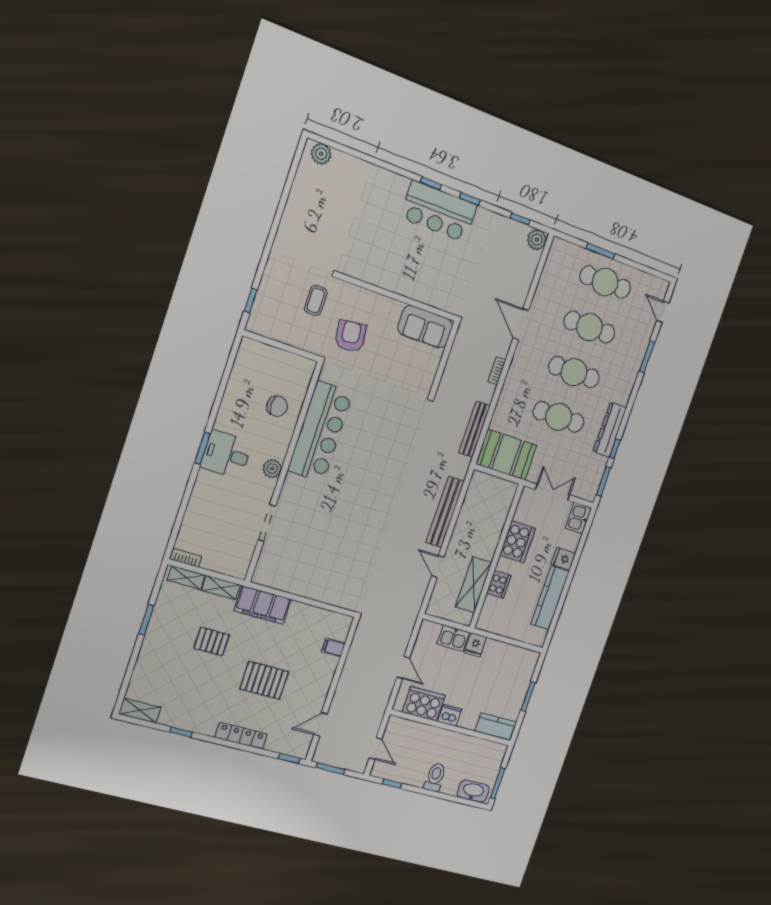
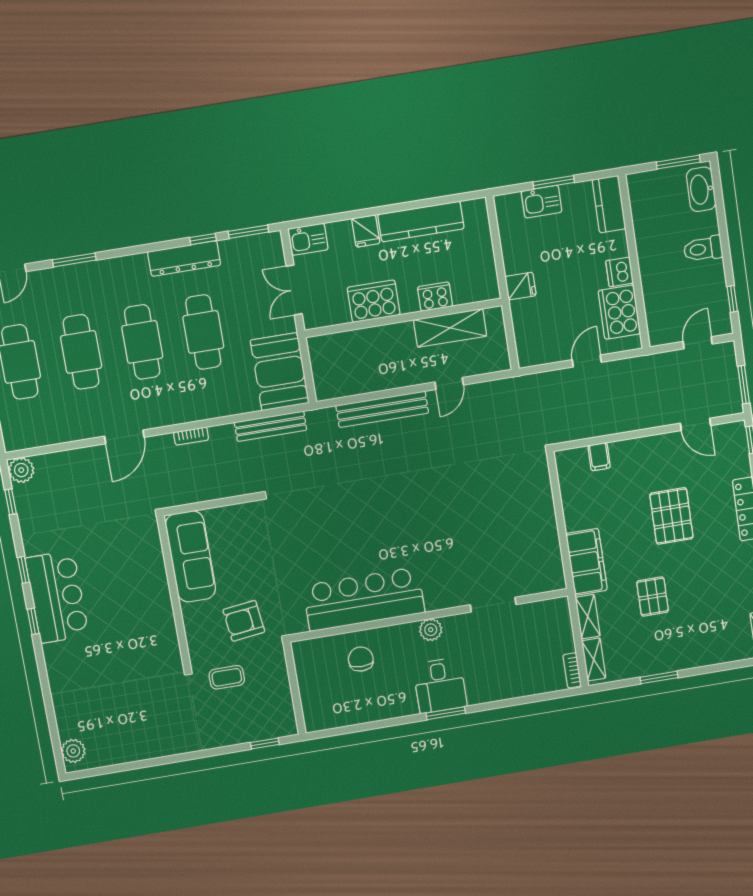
sofa: (425, 327) -> (191, 557), width x1.36
kitchen sink: (453, 638) -> (542, 202), moved, turned 90

